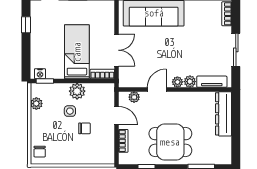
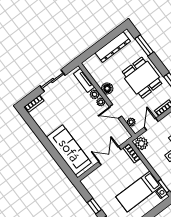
bed: (77, 52) -> (139, 191), moved
plant: (77, 91) -> (141, 143), moved
floor lamp: (186, 99) -> (107, 88), added
dresser: (224, 114) -> (113, 47), moved

